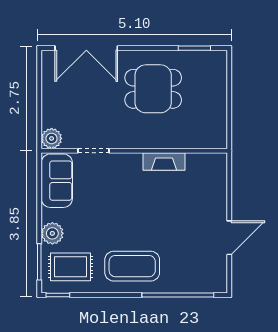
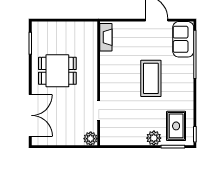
dining table: (153, 89) -> (57, 71), turned 90
fireplace: (164, 161) -> (106, 37), moved
sofa: (57, 181) -> (183, 39), moved, turned -90
coffee table: (132, 266) -> (151, 78), moved

